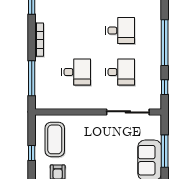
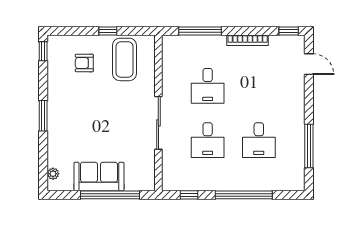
sliding door: (128, 112) -> (158, 123), moved
coffee table: (55, 139) -> (124, 59), turned 90
window: (165, 151) -> (110, 195), width x1.46

